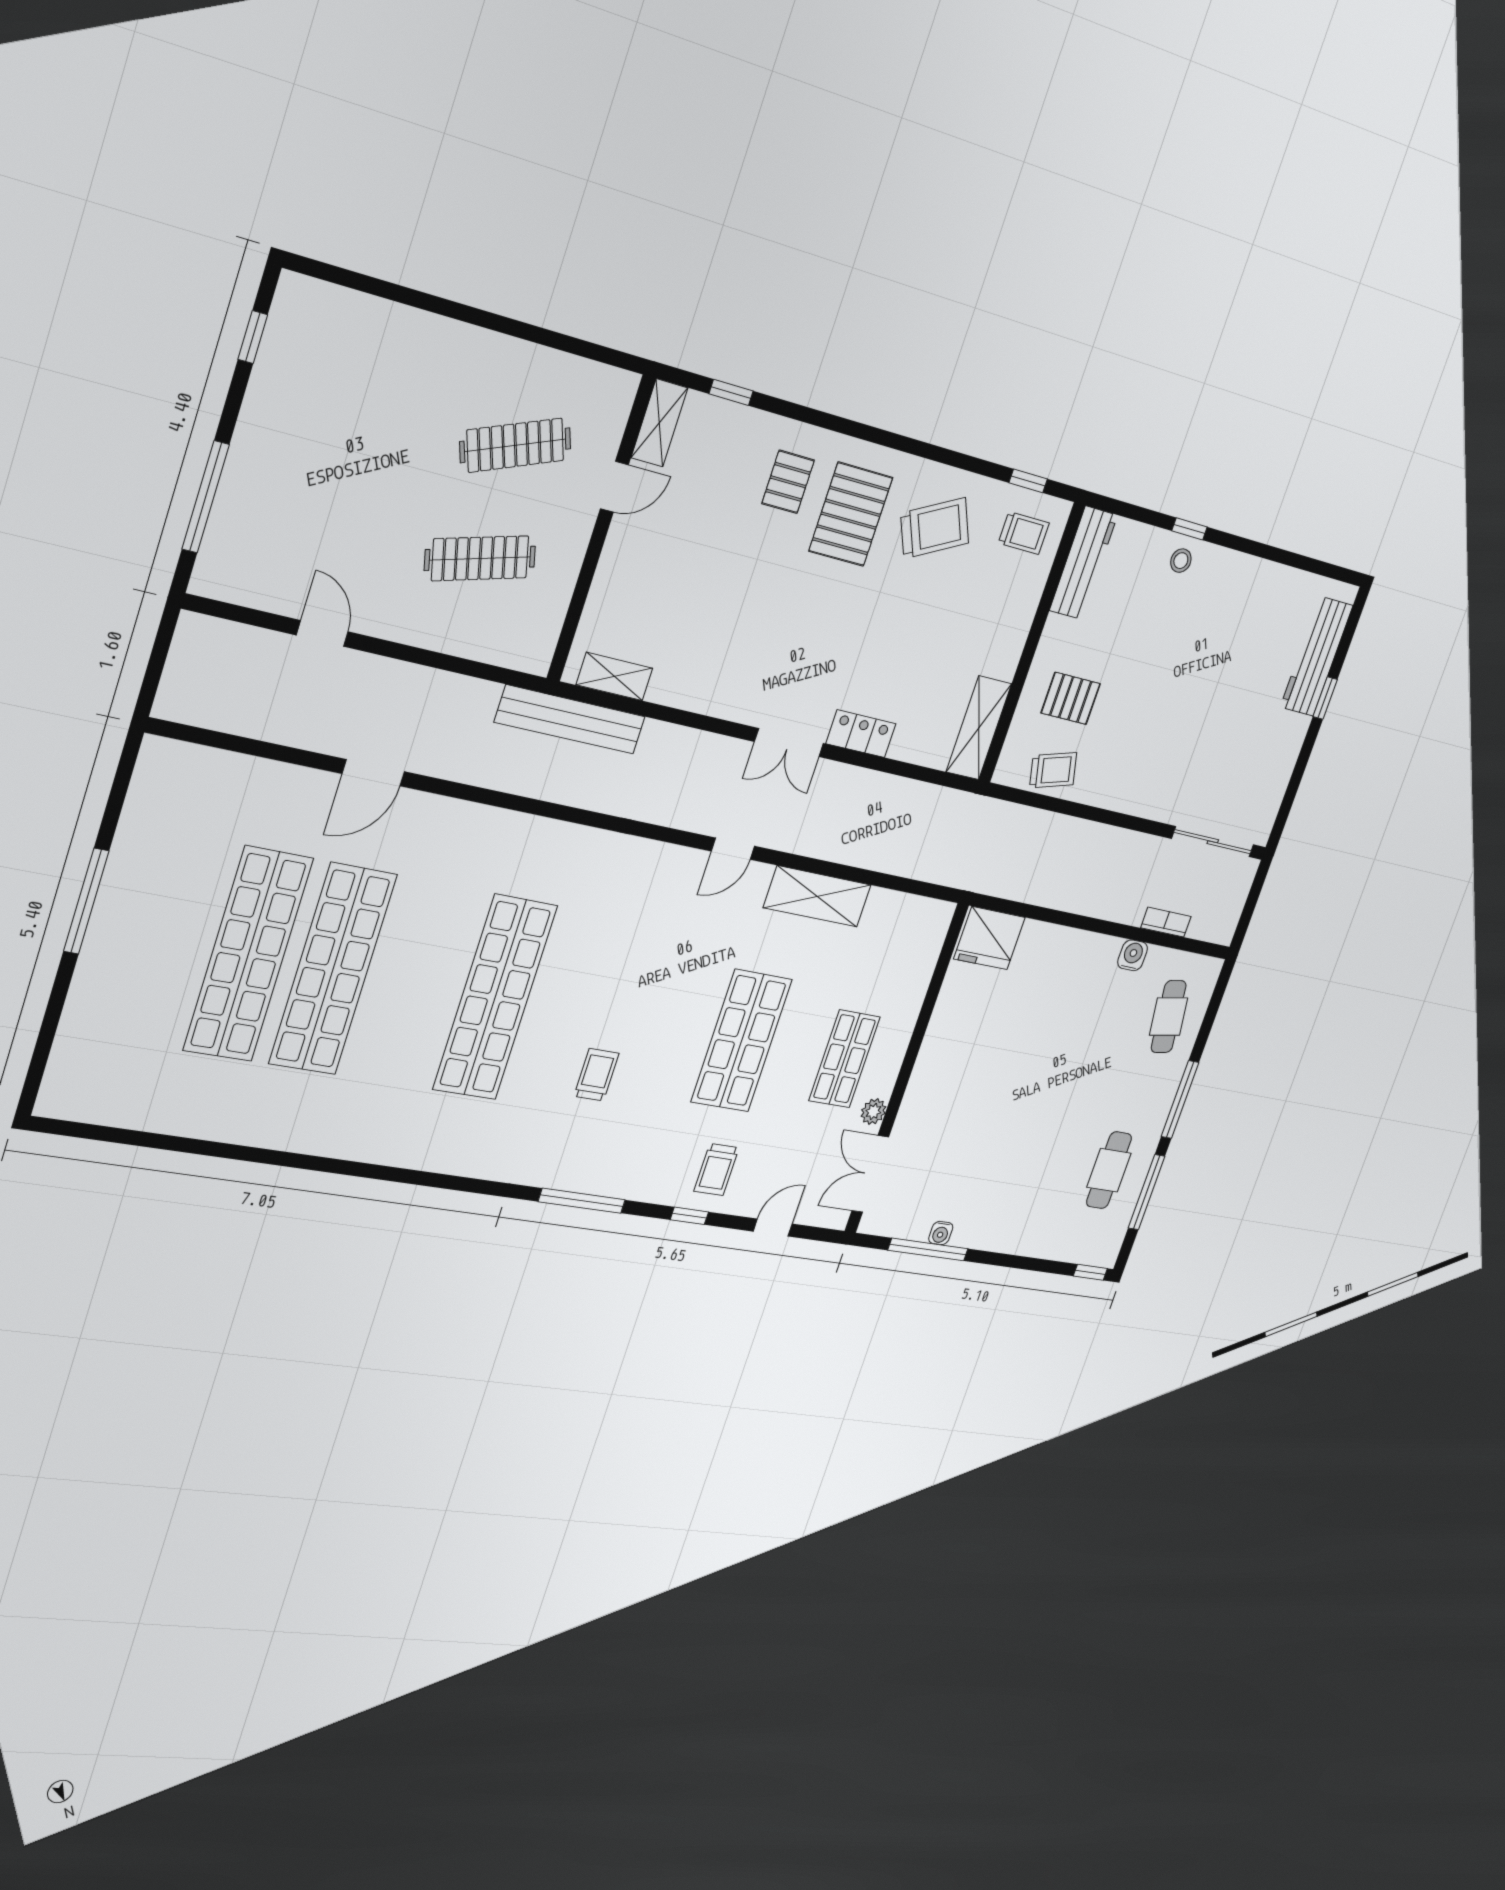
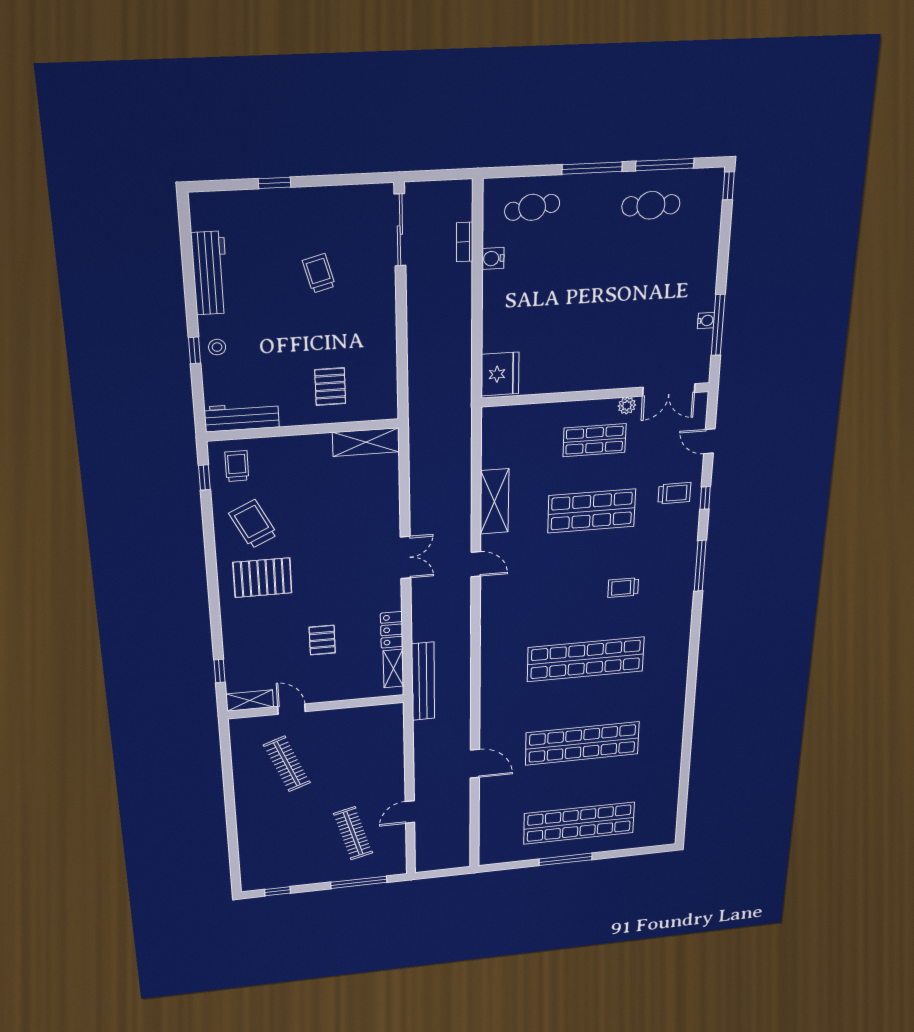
pallet: (788, 482) -> (322, 640), moved, turned 90
clothes rail: (480, 558) -> (353, 833), moved
workbench: (1317, 656) -> (210, 273), moved, turned -90
locker: (861, 734) -> (392, 630), moved
trolley: (1053, 770) -> (319, 273), moved
shop shelf: (248, 954) -> (579, 823), moved

